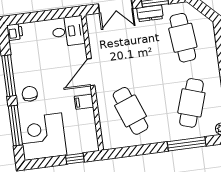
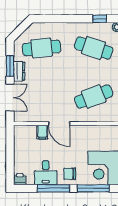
desk: (68, 31) -> (46, 173), moved, turned 180
filing cabinet: (84, 102) -> (42, 132), moved

